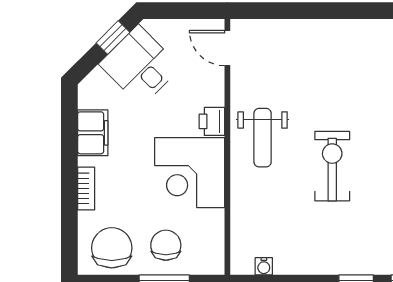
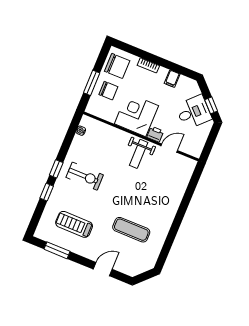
door: (227, 48) -> (169, 148), moved
filing cabinet: (93, 133) -> (172, 79), width x0.50
weight bench: (263, 138) -> (139, 154), turned -90
exercise bike: (332, 166) -> (85, 176), moved

